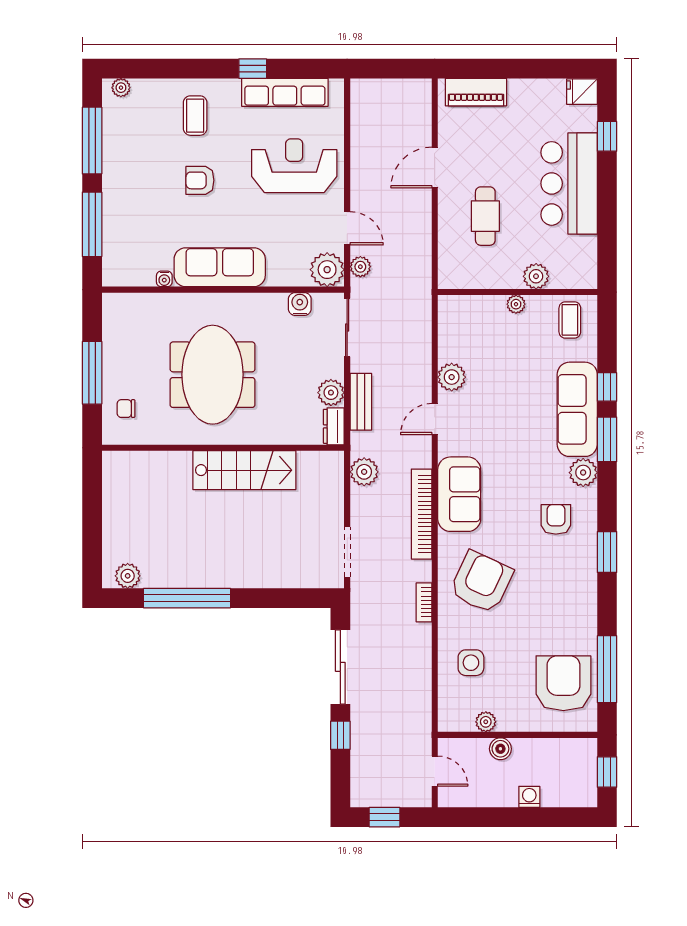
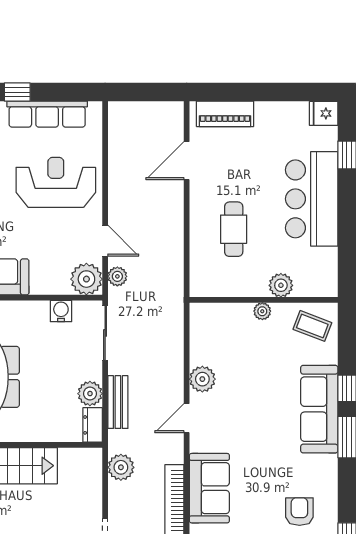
door: (435, 167) -> (187, 161), moved
coffee table: (570, 320) -> (312, 326), turned -69
plant: (583, 473) -> (325, 468), removed

